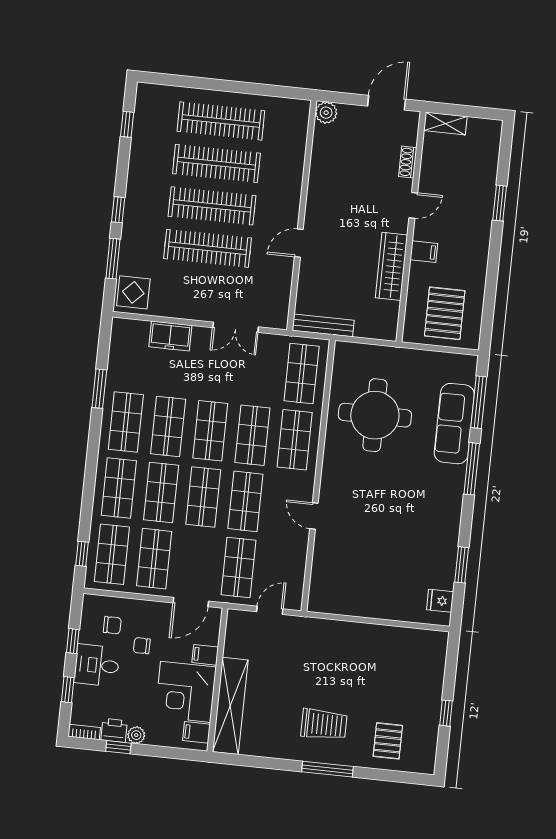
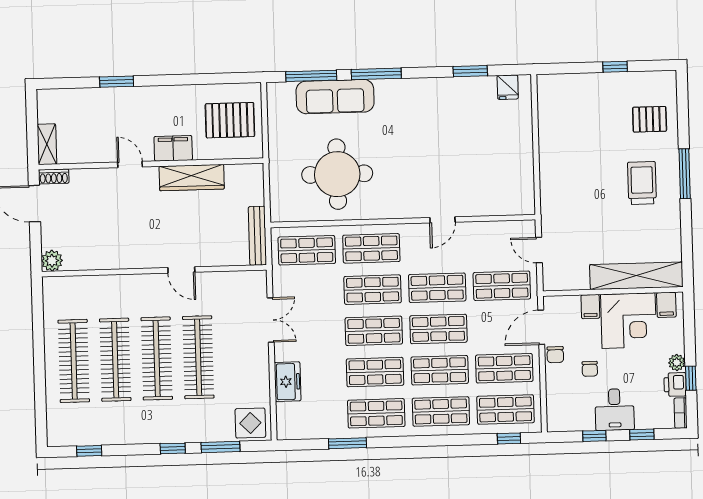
shoe rack: (408, 162) -> (54, 177), moved
filing cabinet: (424, 252) -> (173, 148), width x2.00
door: (191, 602) -> (541, 327), swing flipped
chair: (112, 625) -> (555, 355), moved, turned 180

